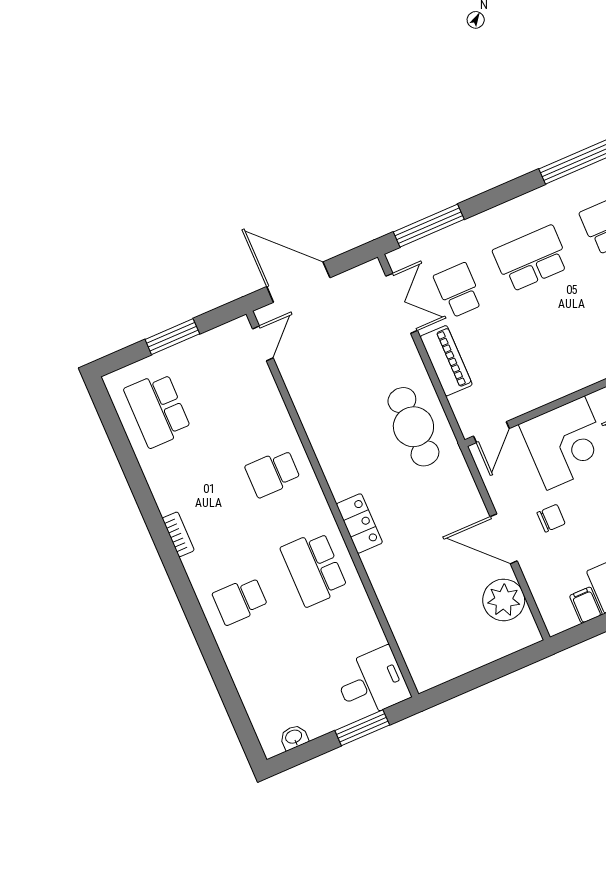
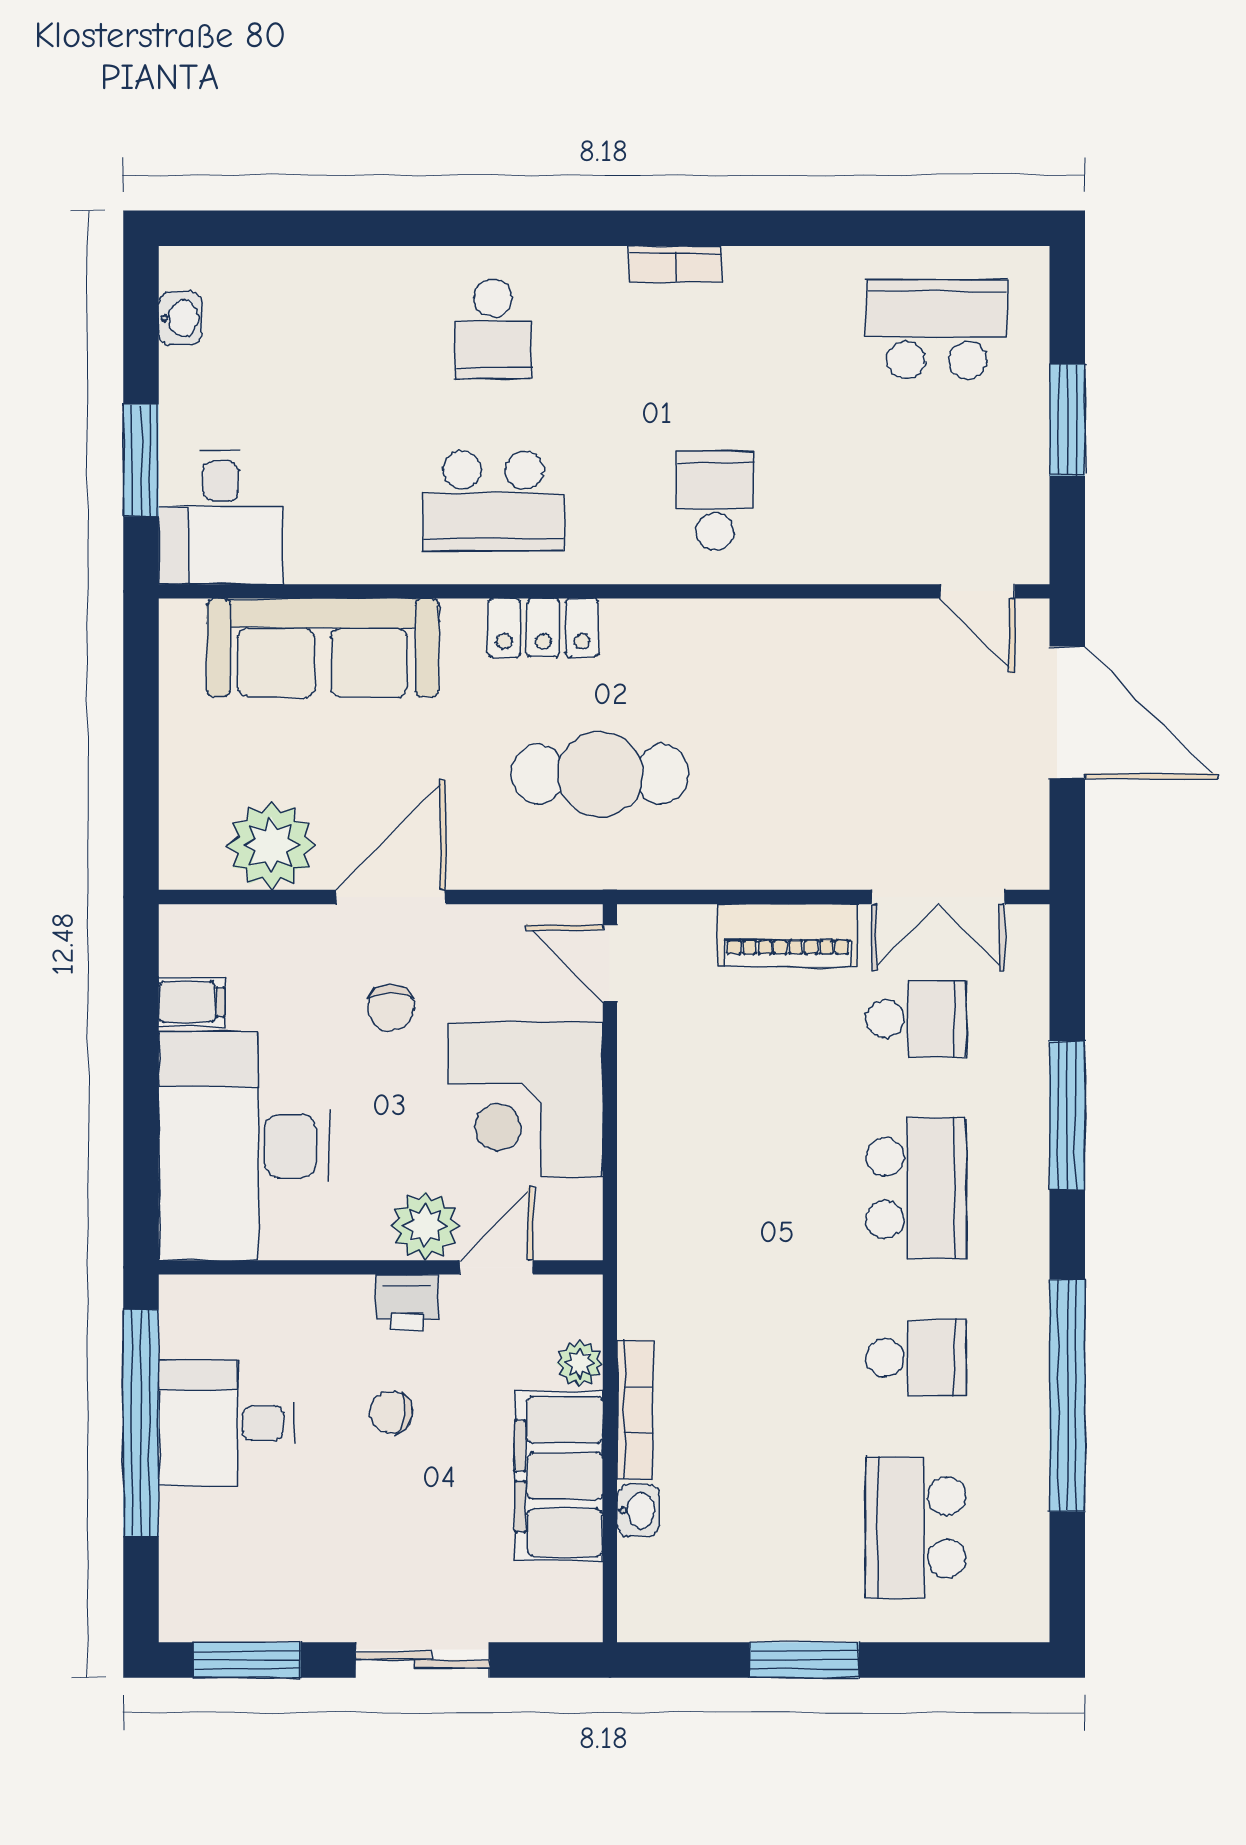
window: (429, 226) -> (1067, 1115), moved
door: (298, 282) -> (1067, 713), hinge flipped
cafe table: (413, 427) -> (600, 774), moved
school desk: (314, 569) -> (493, 501), turned 180
school desk: (240, 601) -> (493, 329), turned 180
sofa: (409, 615) -> (323, 648), added

